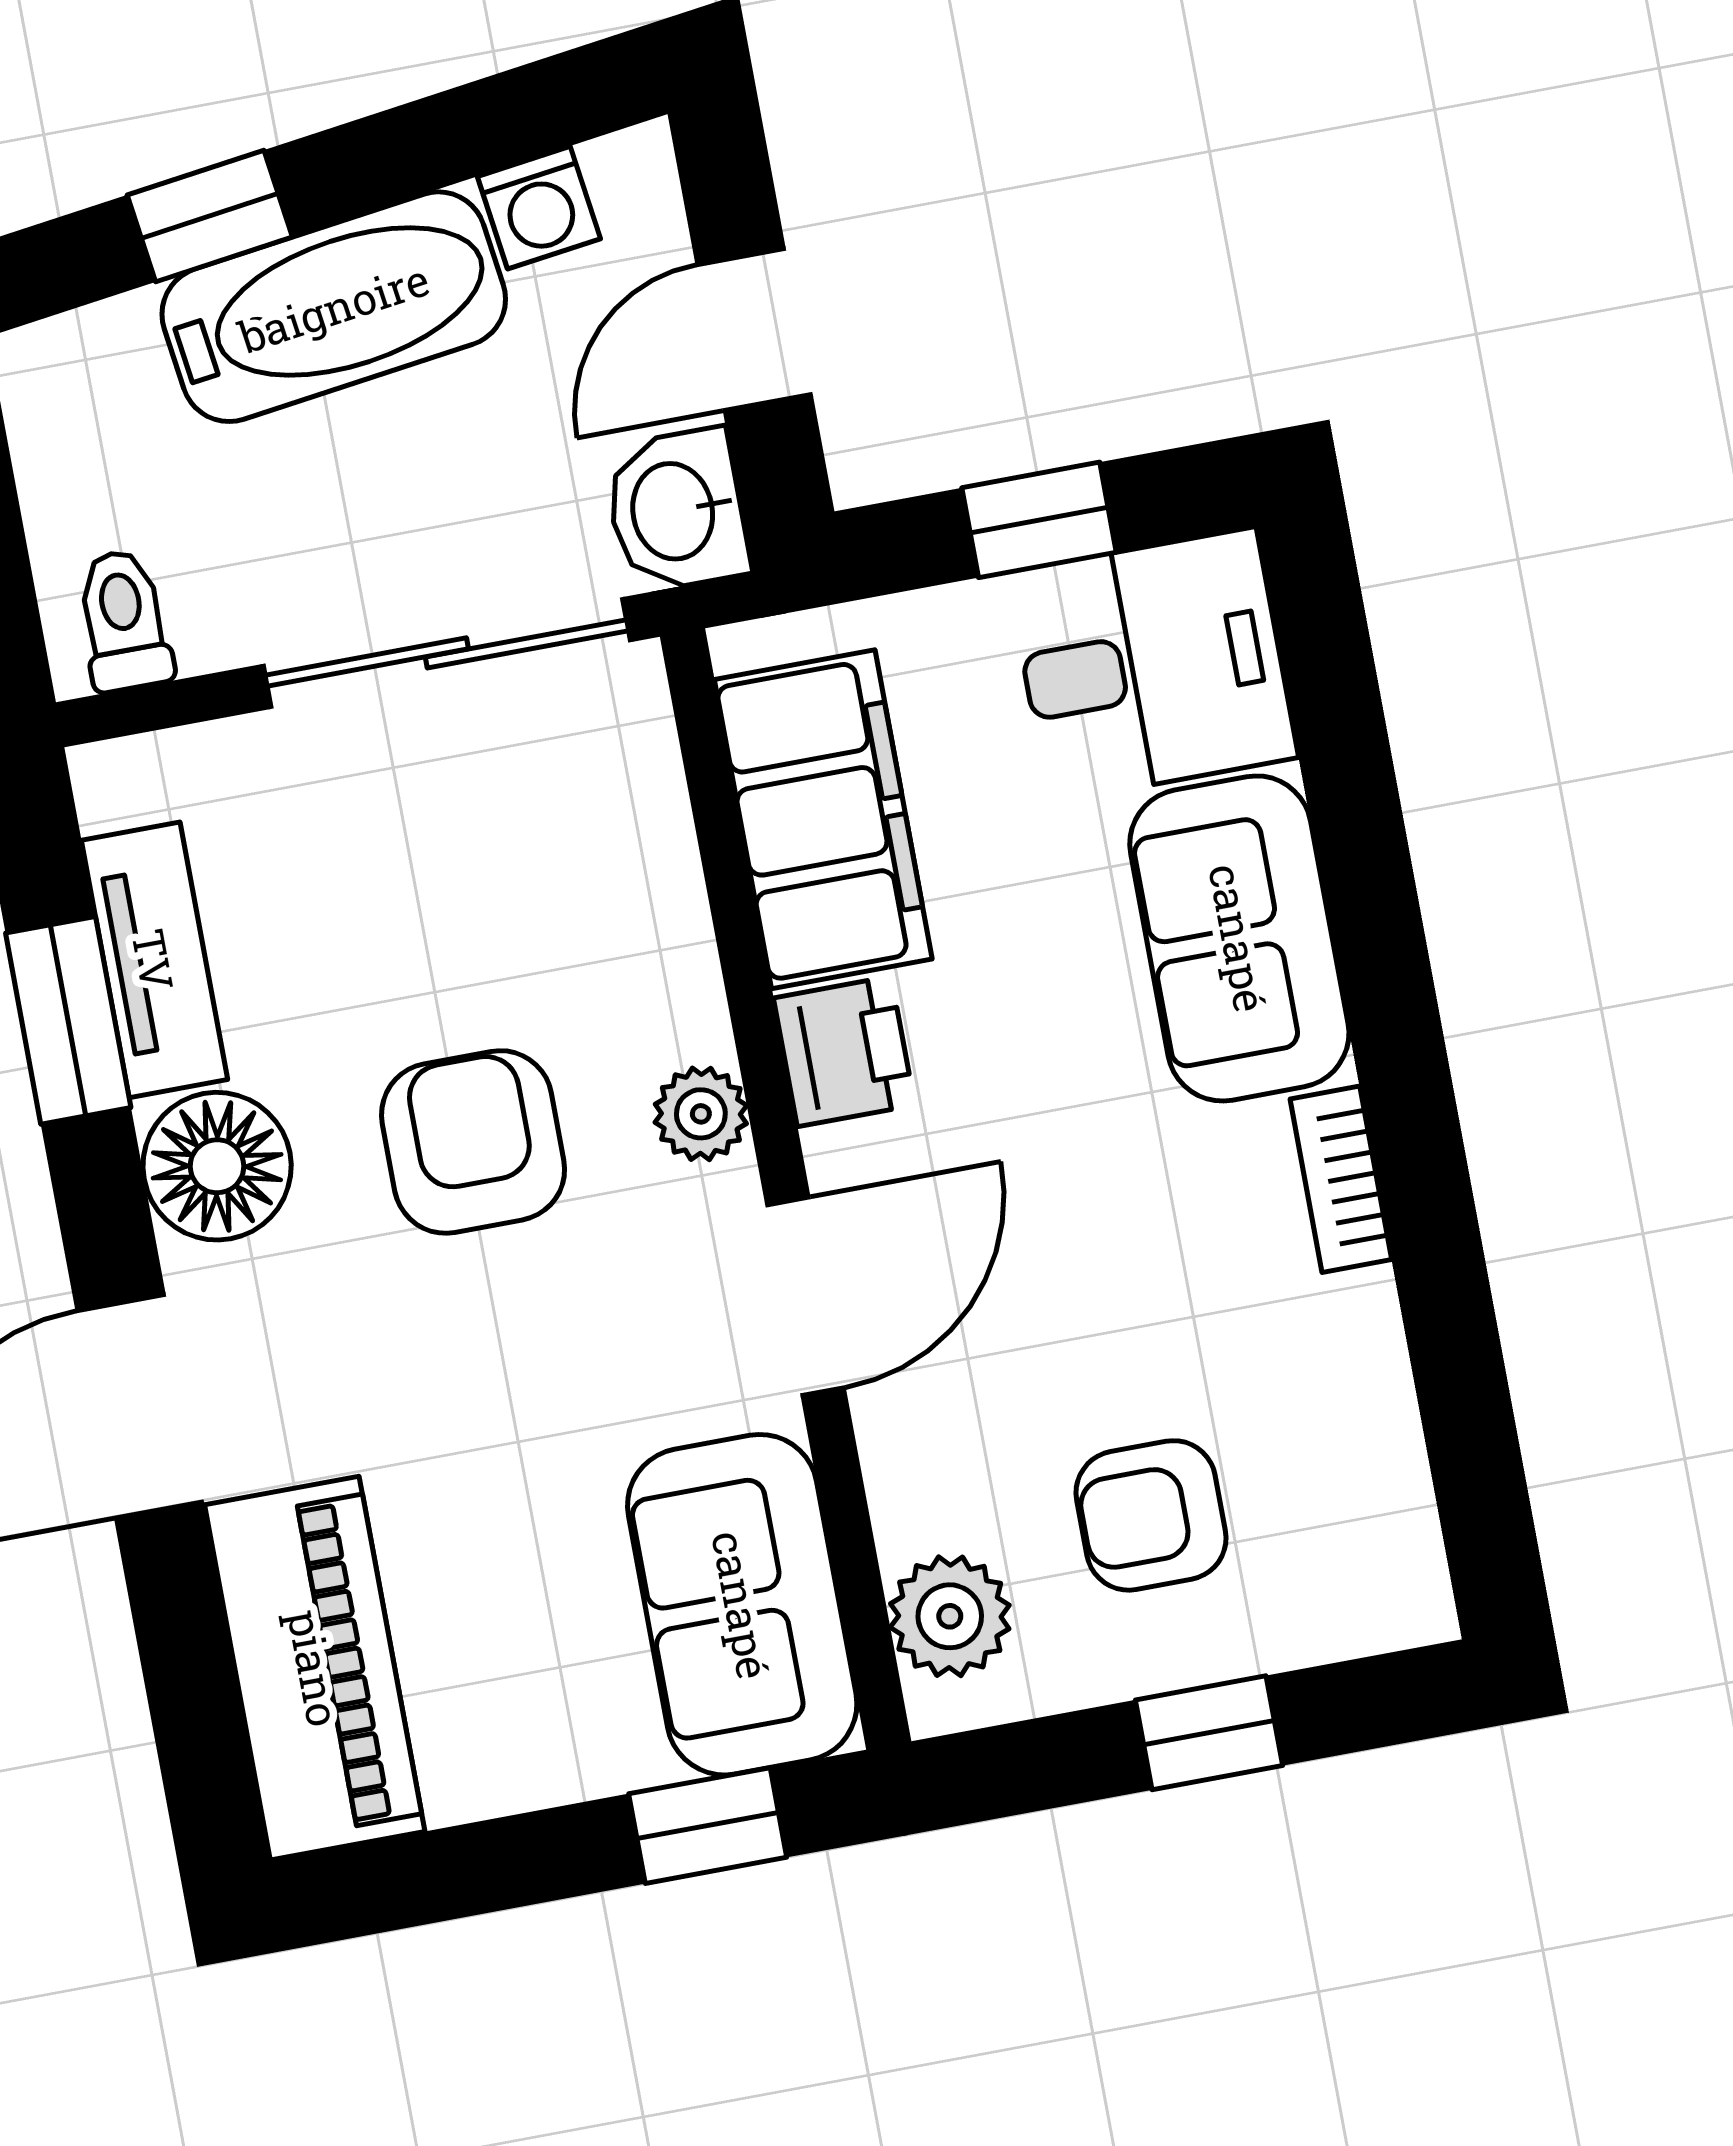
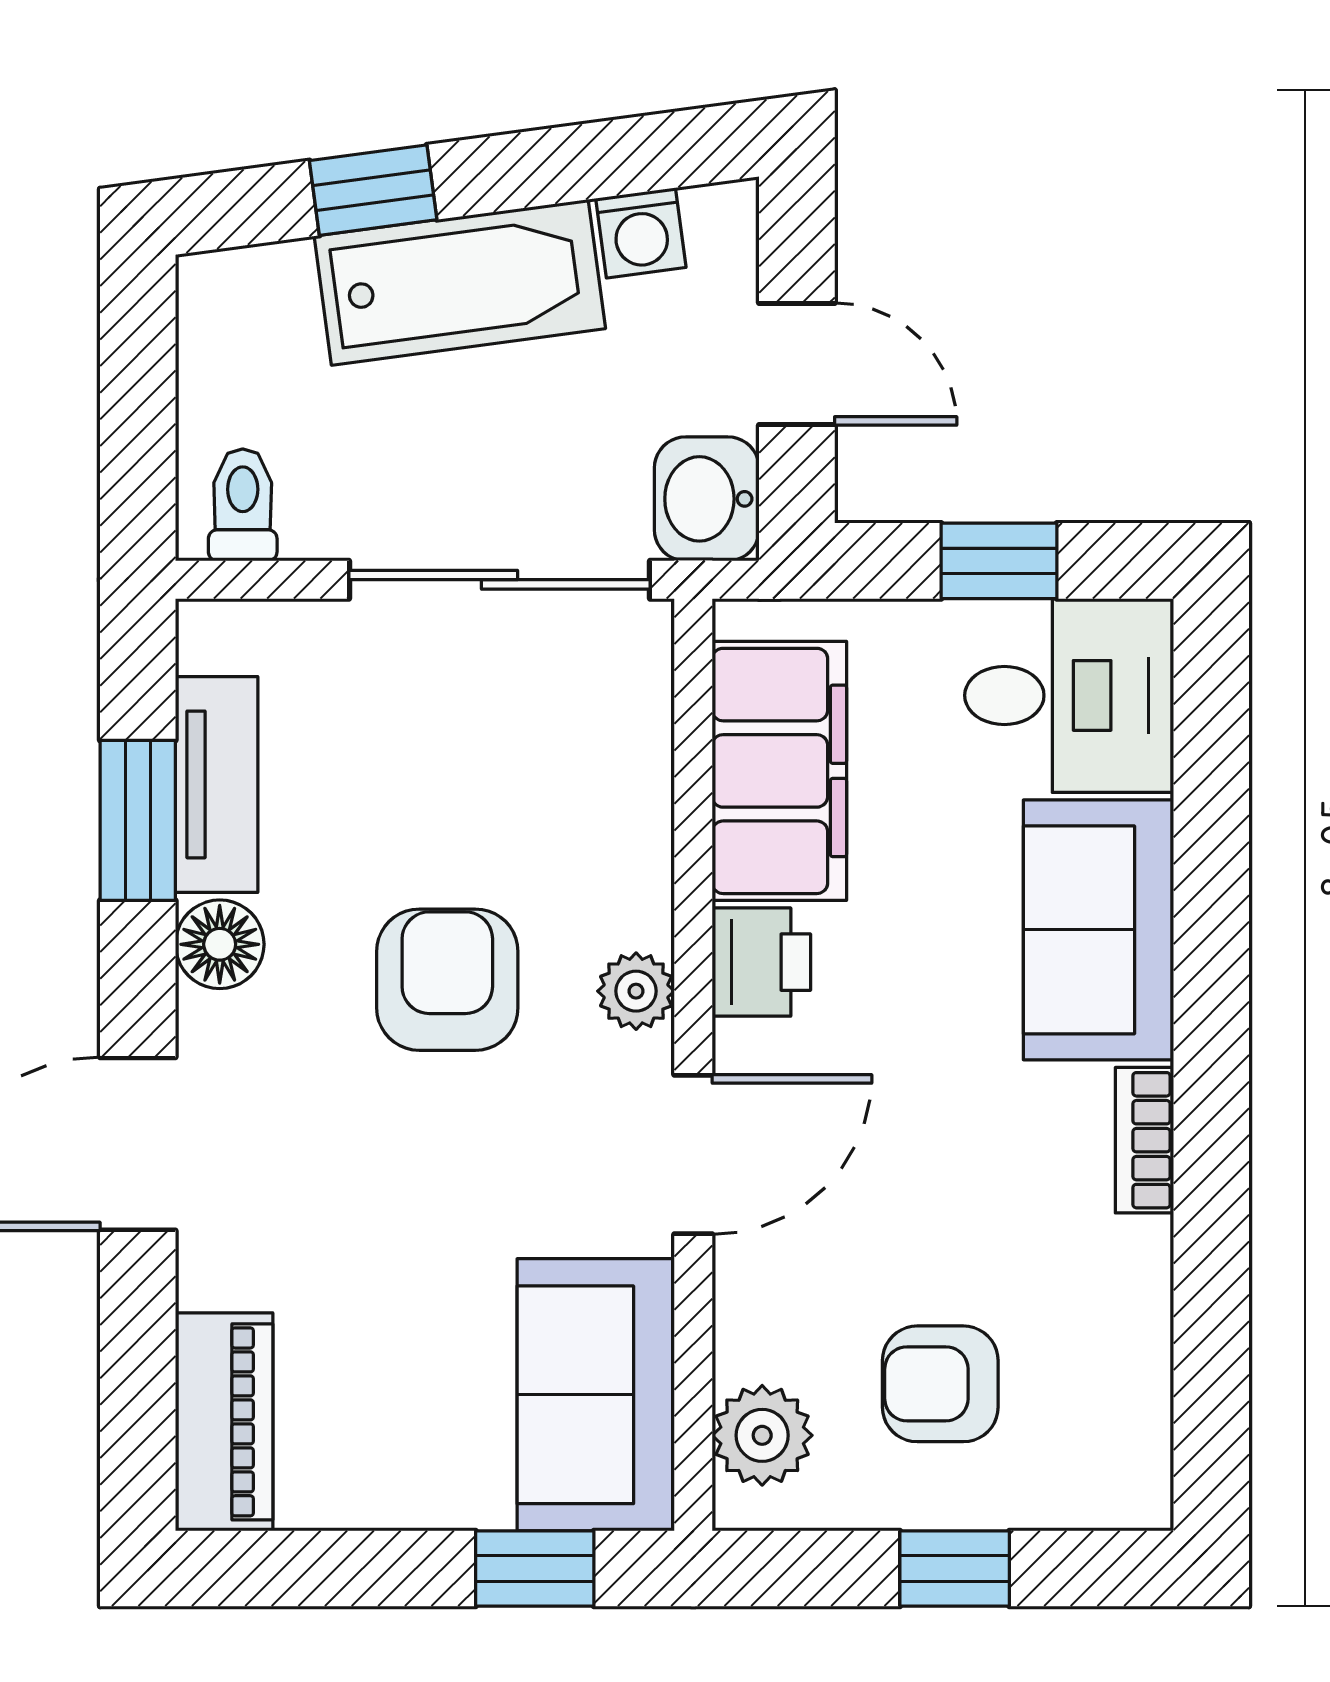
door: (754, 330) -> (797, 364), swing flipped
floor lamp: (217, 1166) -> (220, 944), width x0.73, depth x0.73
piano: (315, 1668) -> (224, 1422), width x0.73, depth x0.75

